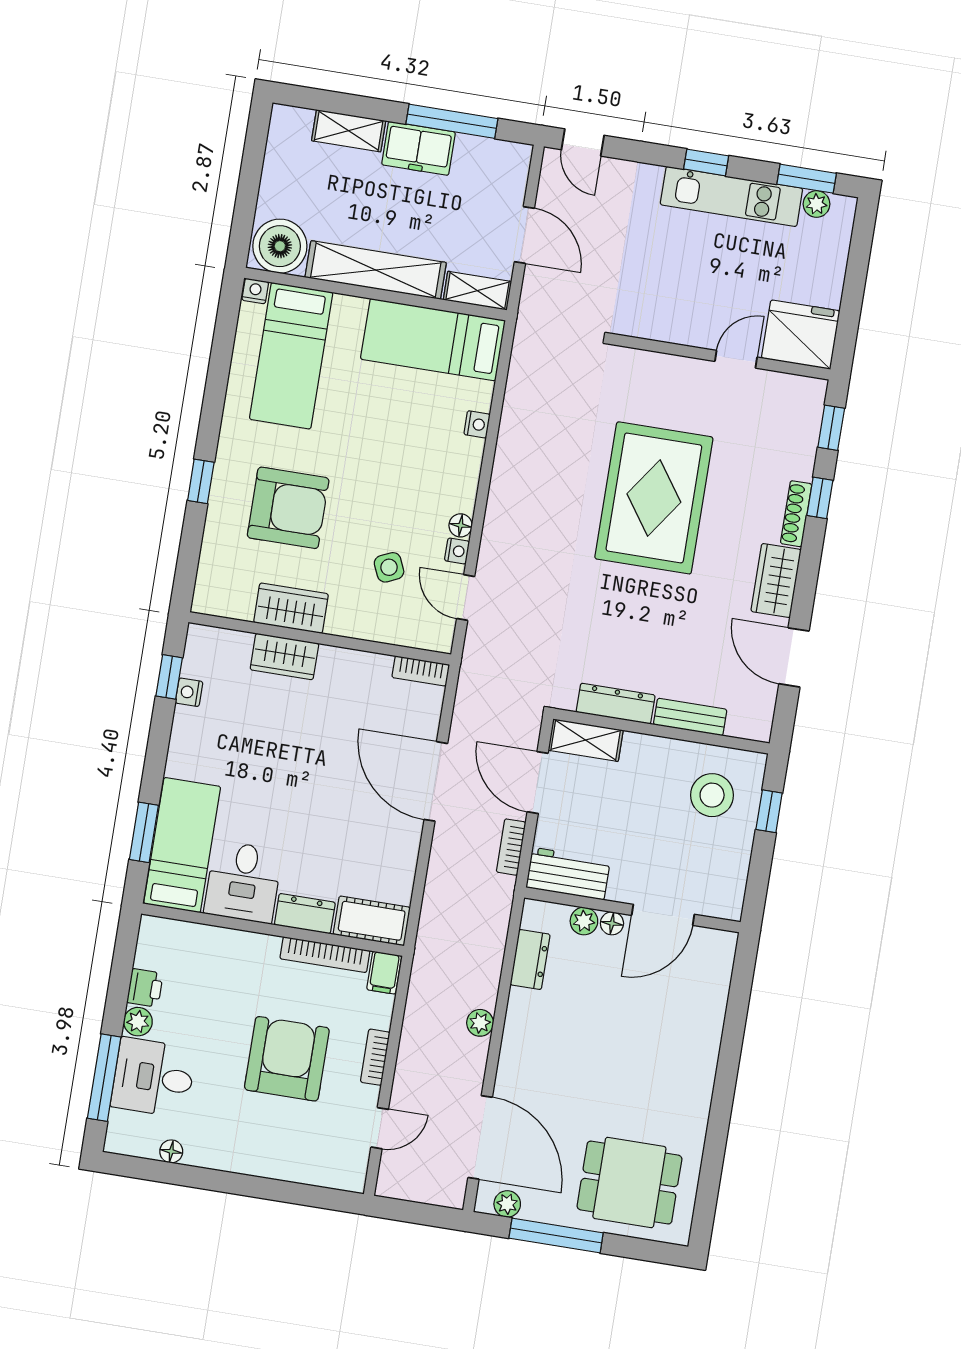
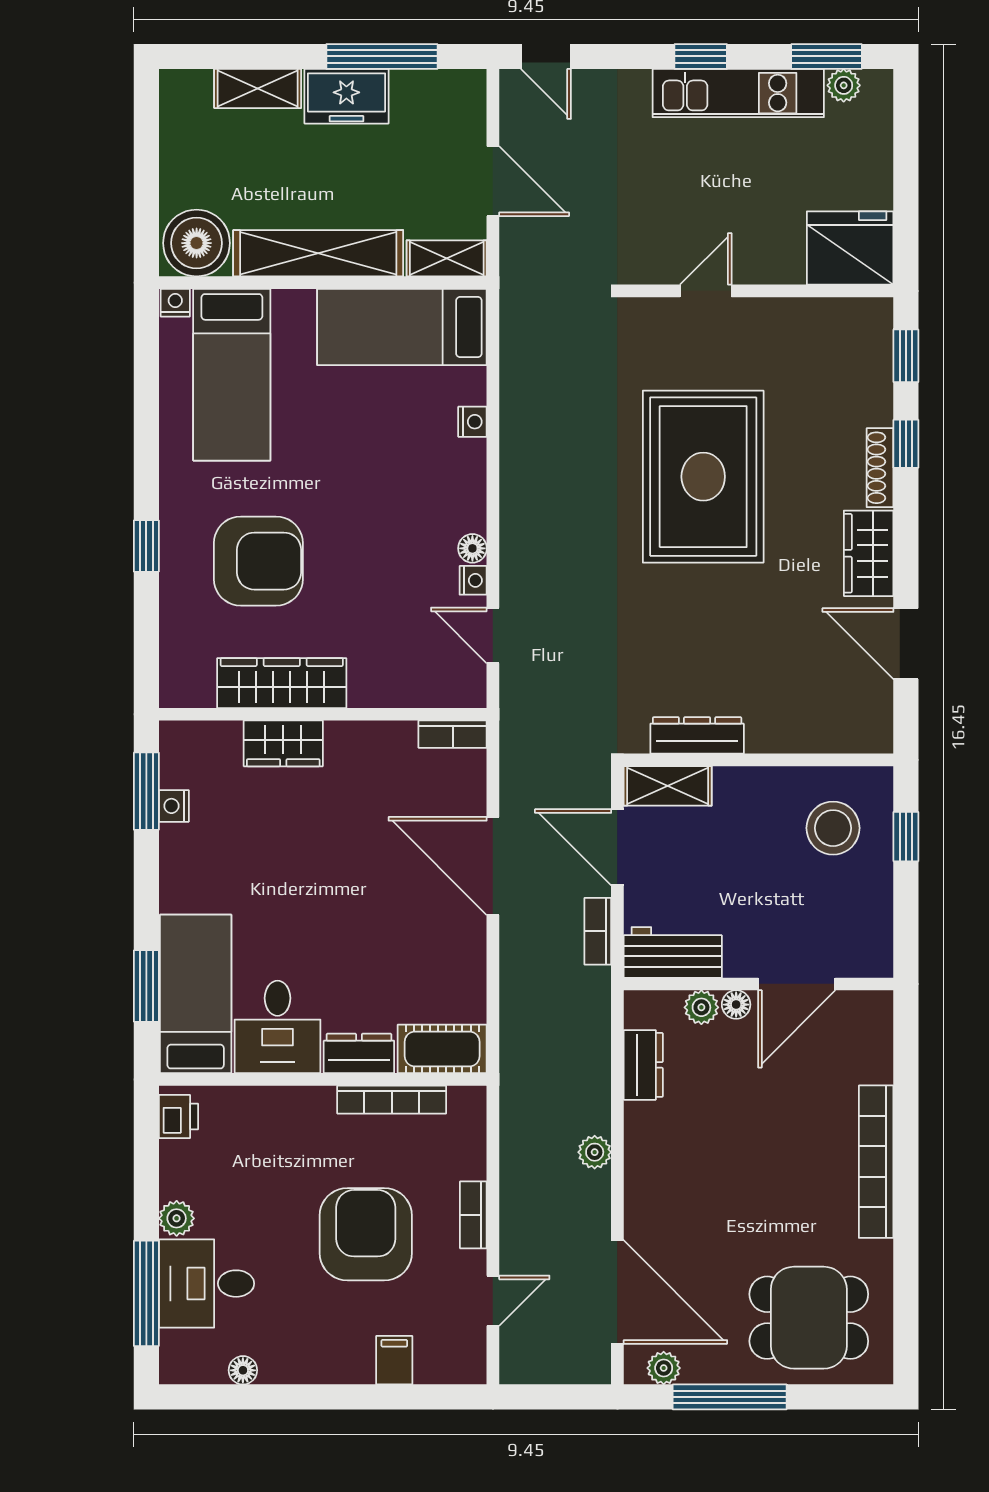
door: (736, 359) -> (706, 291), moved
side table: (389, 567) -> (393, 614), removed
wardrobe: (291, 608) -> (282, 683), width x1.50
window: (169, 677) -> (146, 791), width x1.50
bench: (690, 717) -> (791, 737), removed
filing cabinet: (384, 973) -> (394, 1360), moved, turned 180
printer: (145, 988) -> (178, 1116), moved
bookcase: (703, 1067) -> (876, 1162), added

